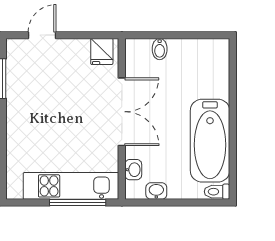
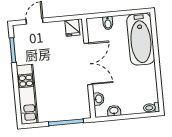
bathtub: (210, 141) -> (141, 39), moved
kitchen unit: (71, 186) -> (27, 94), moved, turned 90

